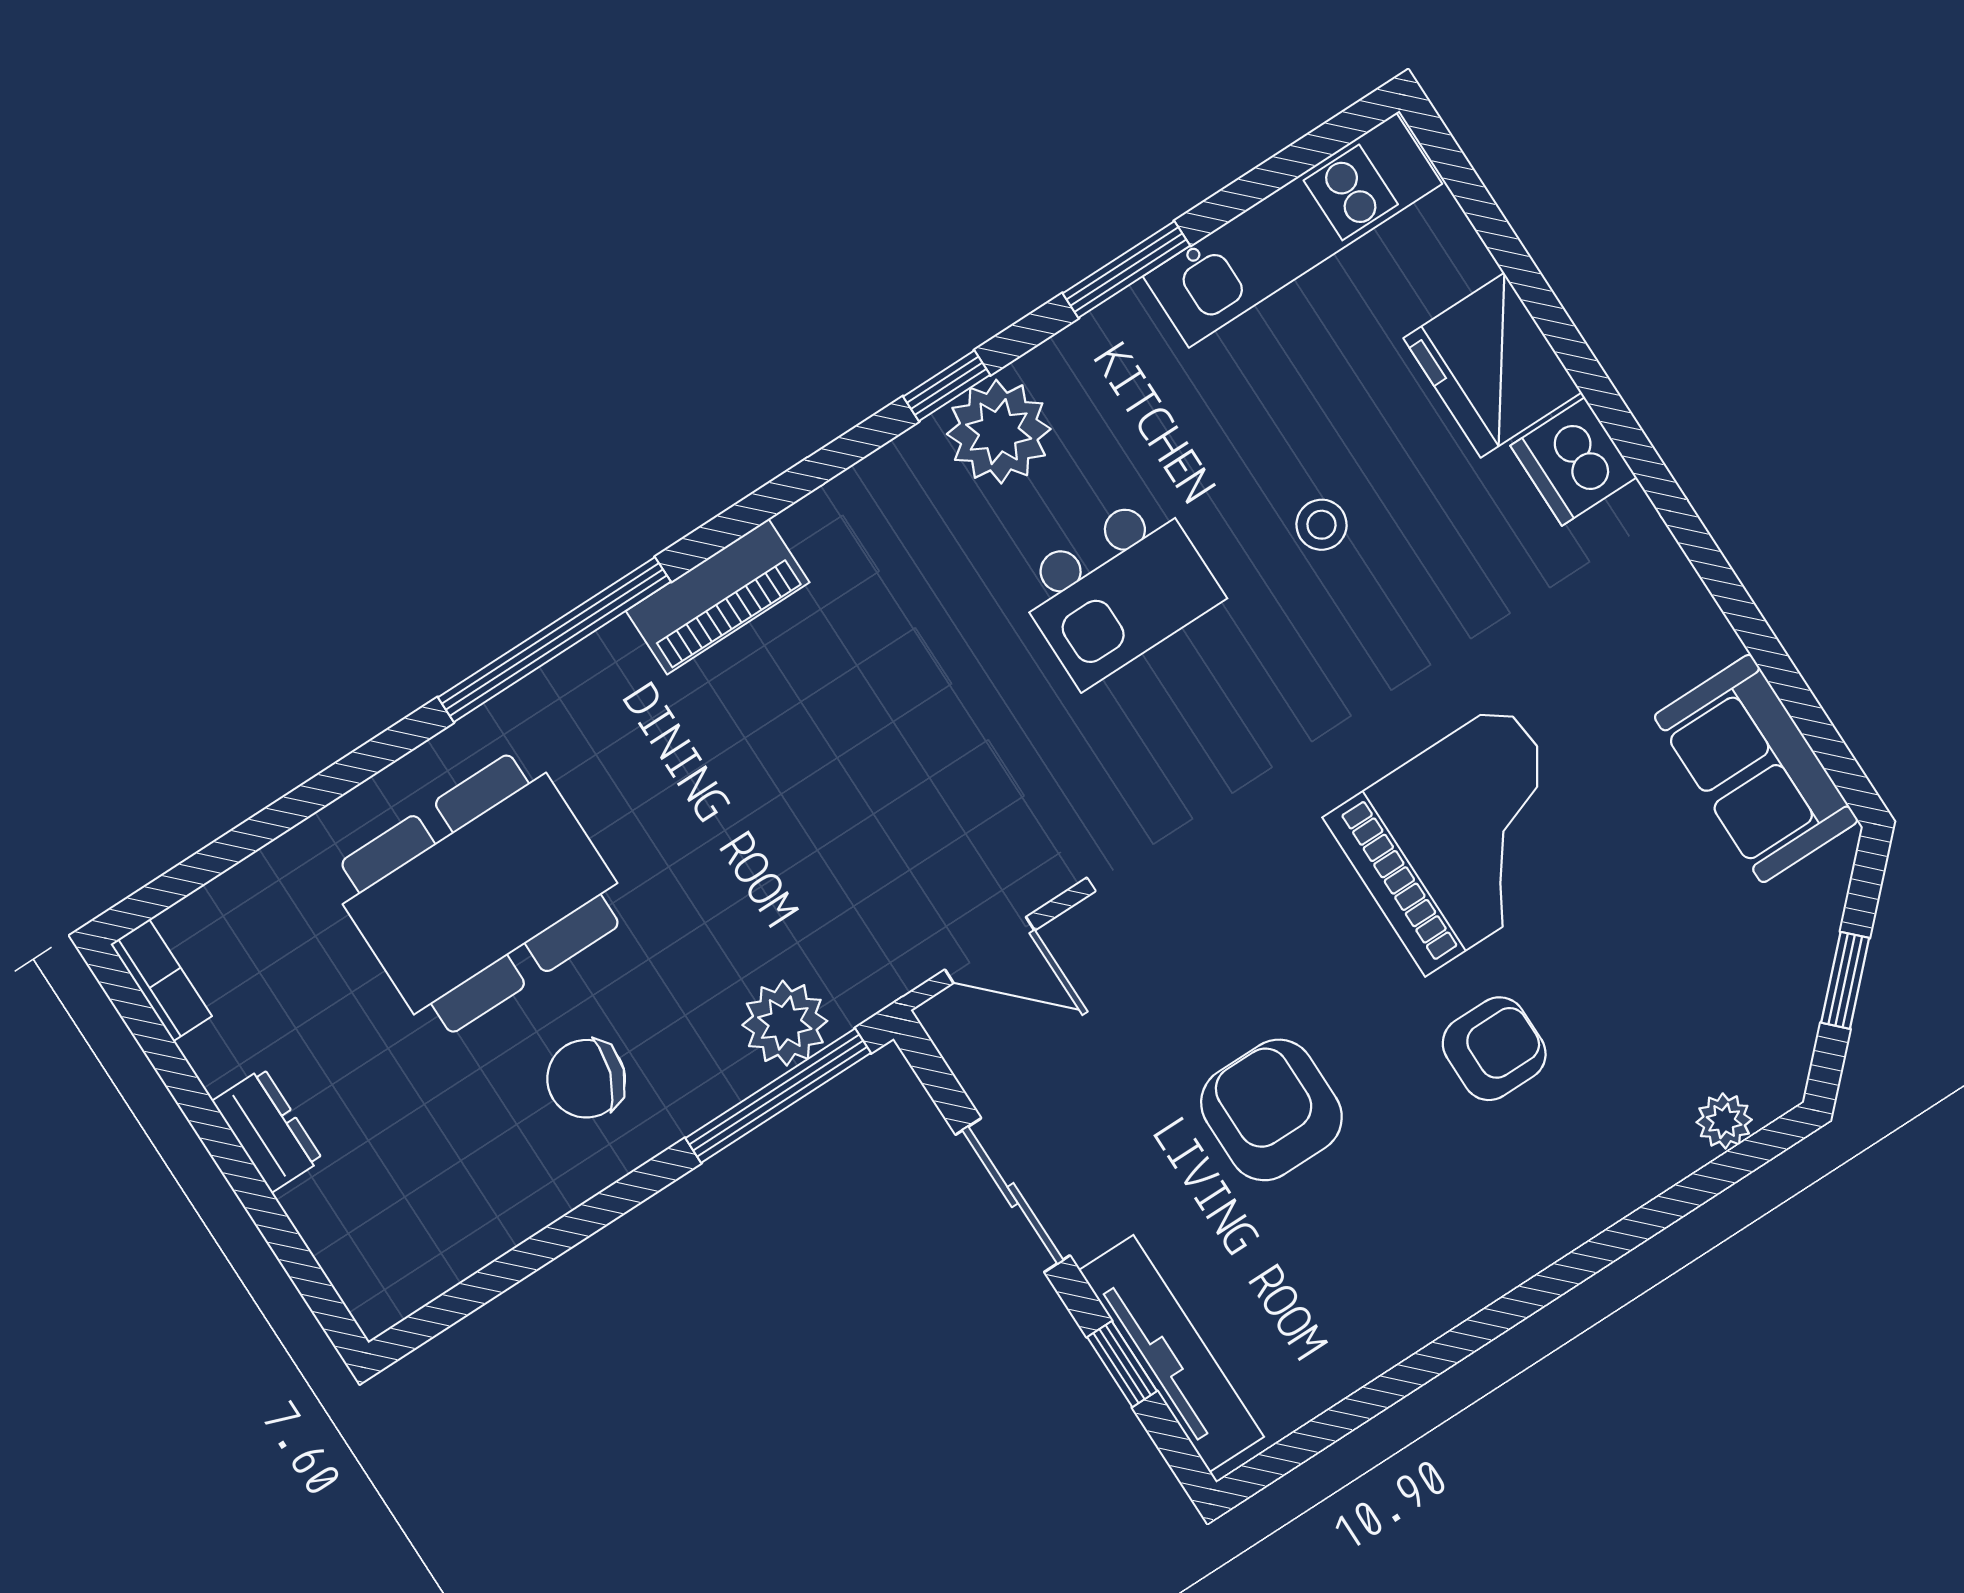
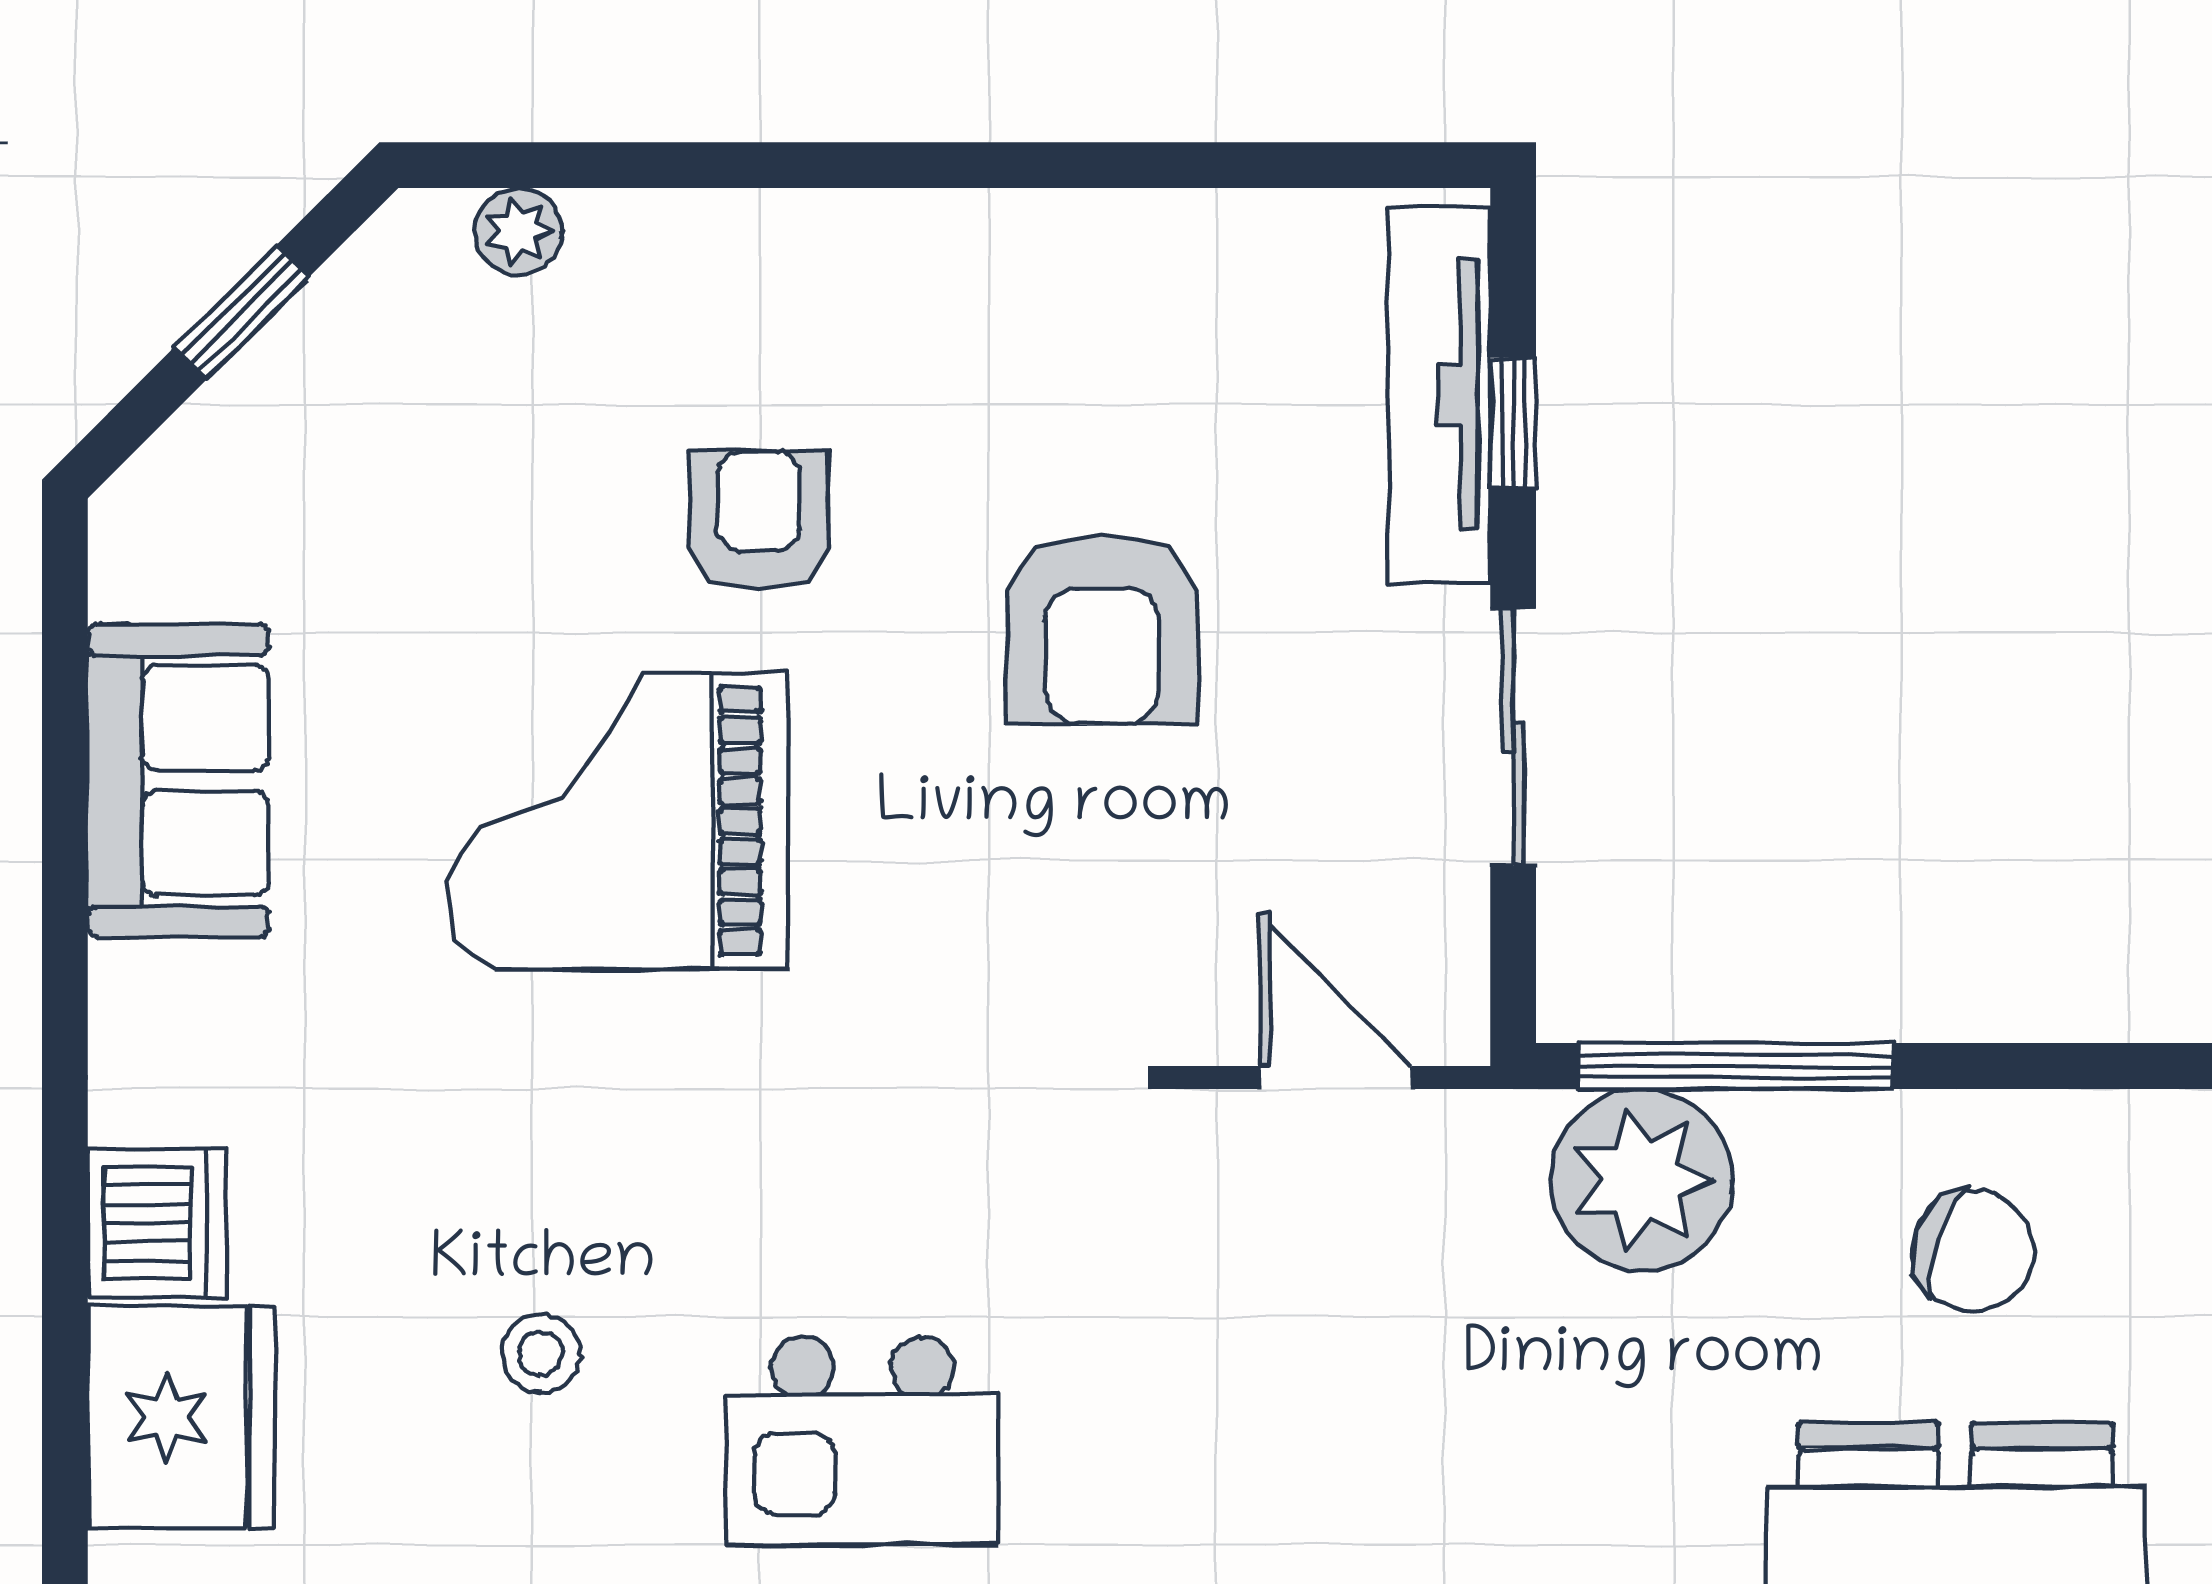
kitchen island: (1118, 590) -> (862, 1440), turned 180
sofa: (1756, 768) -> (178, 781), moved
plant: (785, 1023) -> (1642, 1180), width x1.36, depth x1.36
armchair: (1494, 1049) -> (759, 521), turned 90

